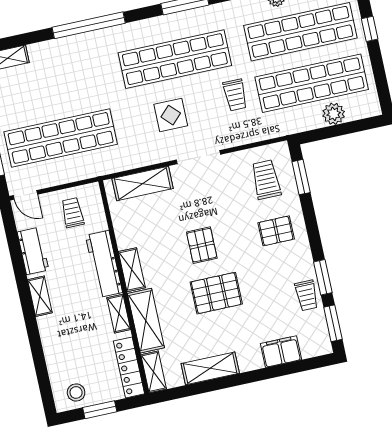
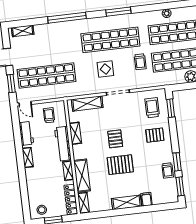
shelving: (132, 270) -> (75, 133), moved
filing cabinet: (281, 352) -> (146, 199), width x0.50
shelving: (210, 368) -> (127, 202), moved

